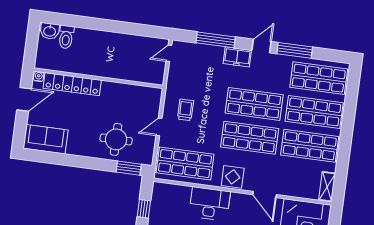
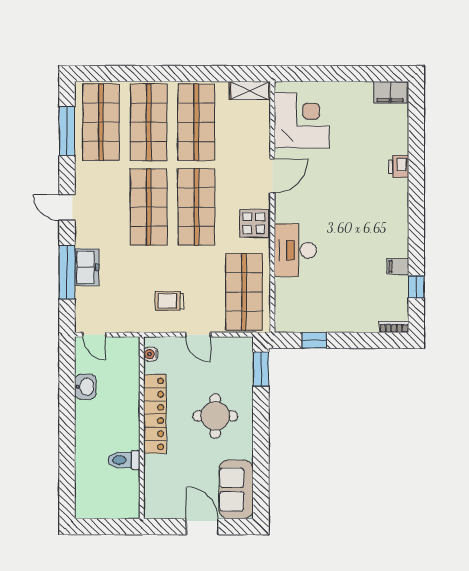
washbasin: (50, 31) -> (85, 387), moved
toilet: (66, 37) -> (124, 460), moved, turned 180
window: (295, 50) -> (67, 131), moved
freezer: (237, 57) -> (87, 267), moved
water cooler: (39, 77) -> (151, 354), moved
locker: (72, 84) -> (155, 414), moved
door: (24, 99) -> (202, 527), moved
round table: (116, 139) -> (215, 416), moved

